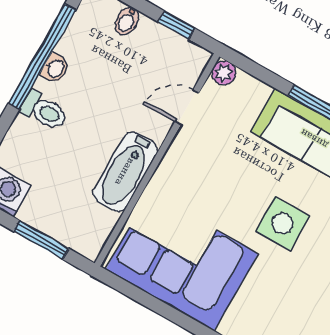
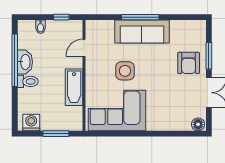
washbasin: (55, 68) -> (25, 62), width x1.91, depth x1.45
plant: (224, 73) -> (91, 25), removed
side table: (282, 224) -> (125, 71), moved

